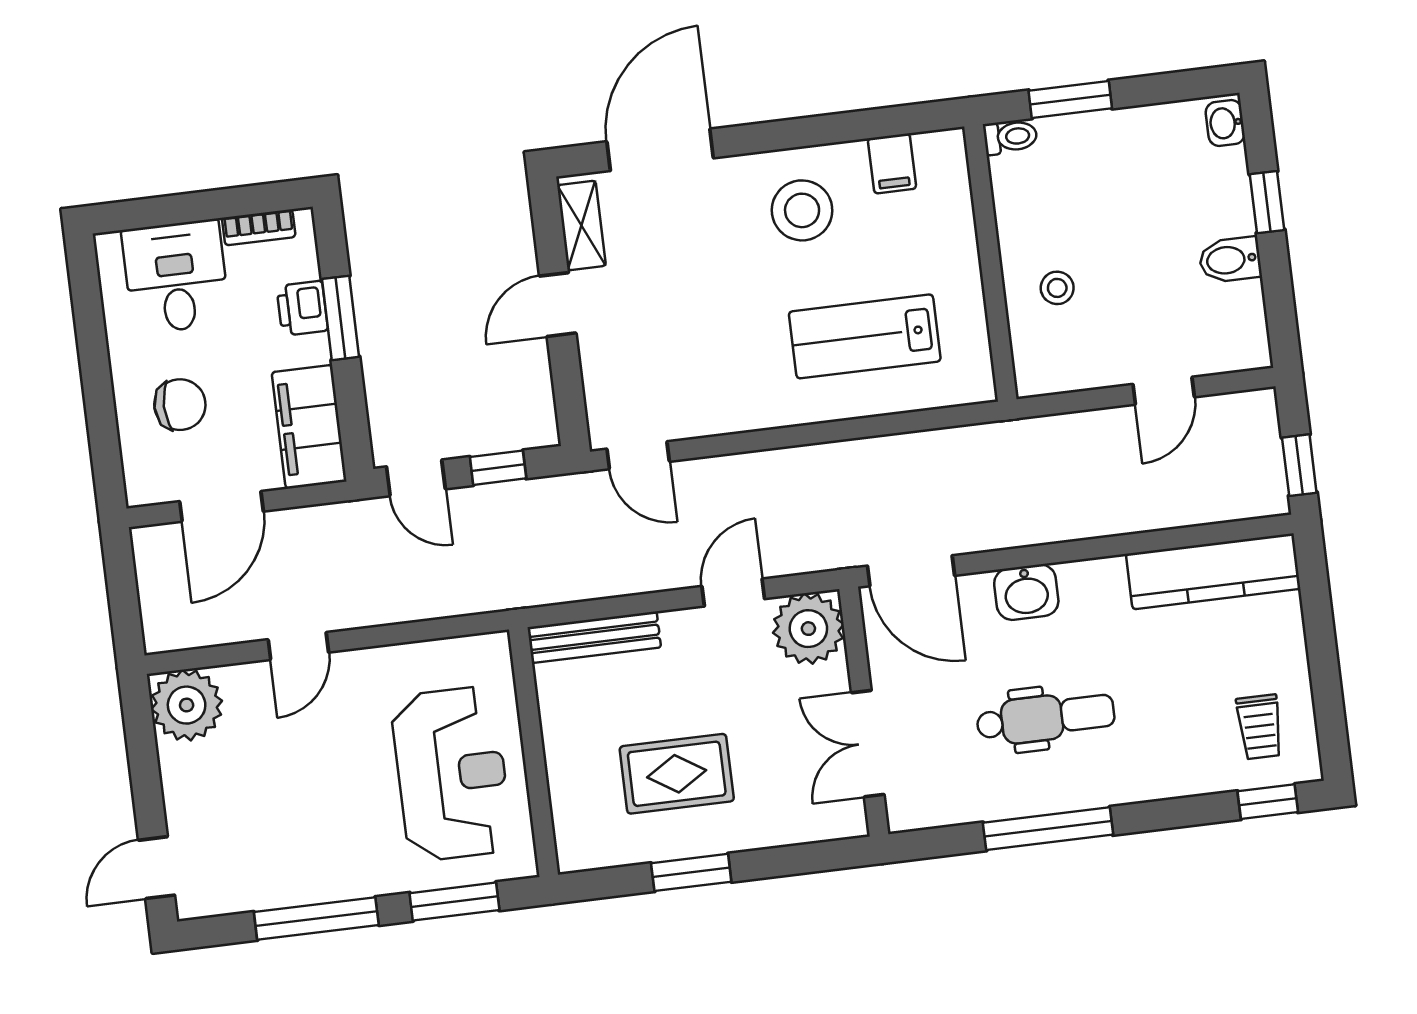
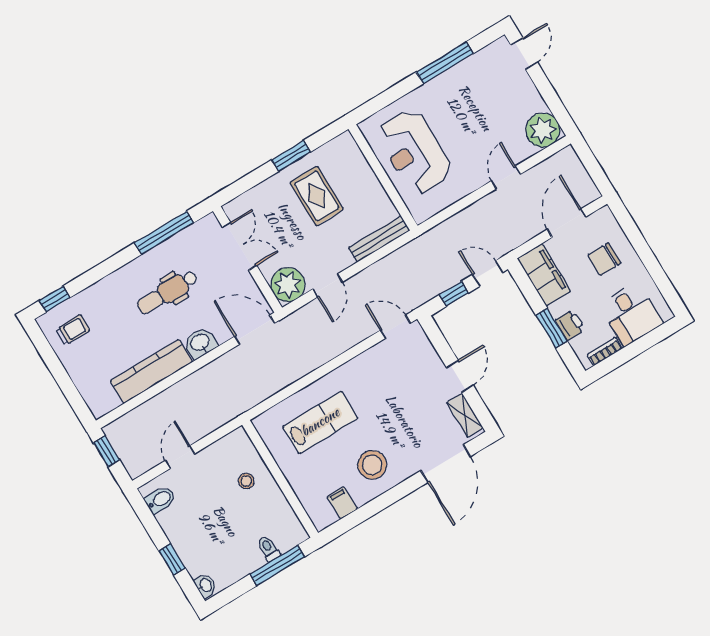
window: (1070, 99) -> (277, 565), width x1.44
toilet: (1010, 137) -> (269, 549), moved, turned 90
bidet: (1230, 260) -> (160, 500), moved
kitchen counter: (1213, 571) -> (151, 371), moved
trolley: (1260, 727) -> (73, 330), turned 90
rug: (677, 774) -> (317, 196), turned 90
window: (1048, 829) -> (164, 233), moved
window: (454, 902) -> (388, 97), removed

